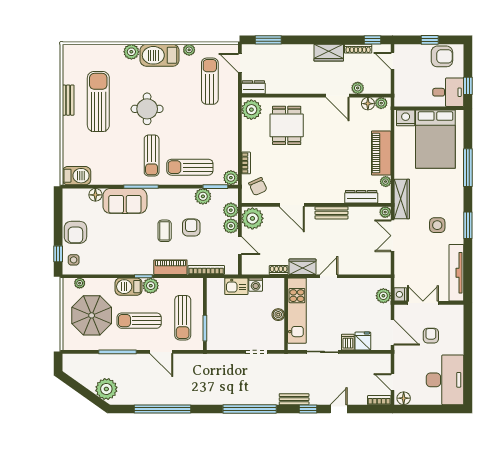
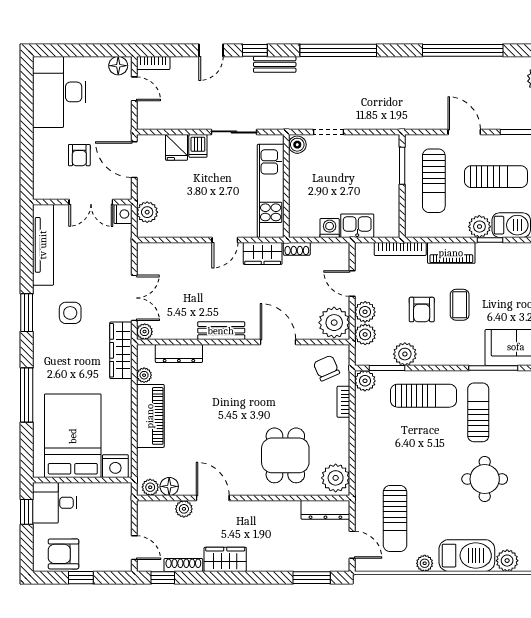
dresser: (253, 87) -> (325, 510), width x1.44
boiler: (278, 315) -> (297, 145), moved
sun lounger: (183, 318) -> (434, 181), turned 180

